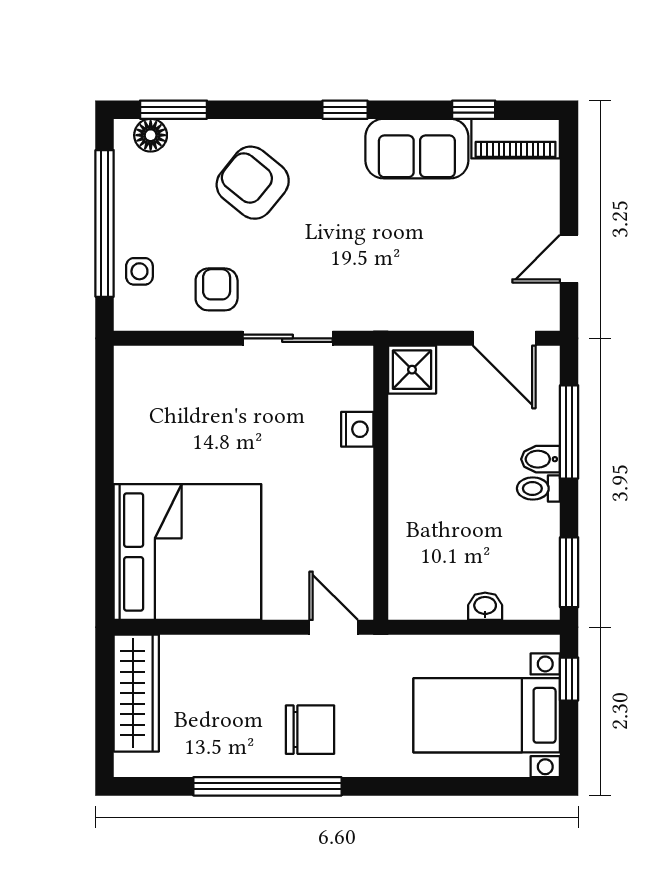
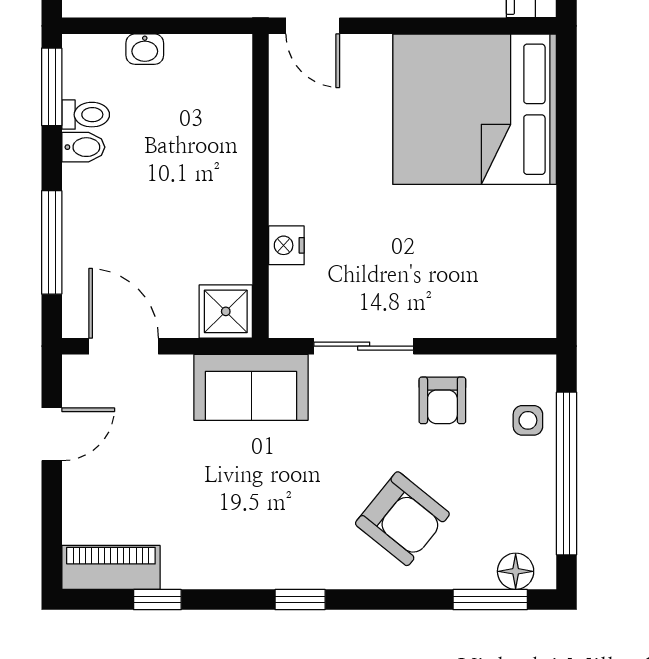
sofa: (417, 149) -> (251, 387), moved, turned 180
bidet: (540, 459) -> (83, 147), moved
toilet: (538, 488) -> (86, 115), moved

